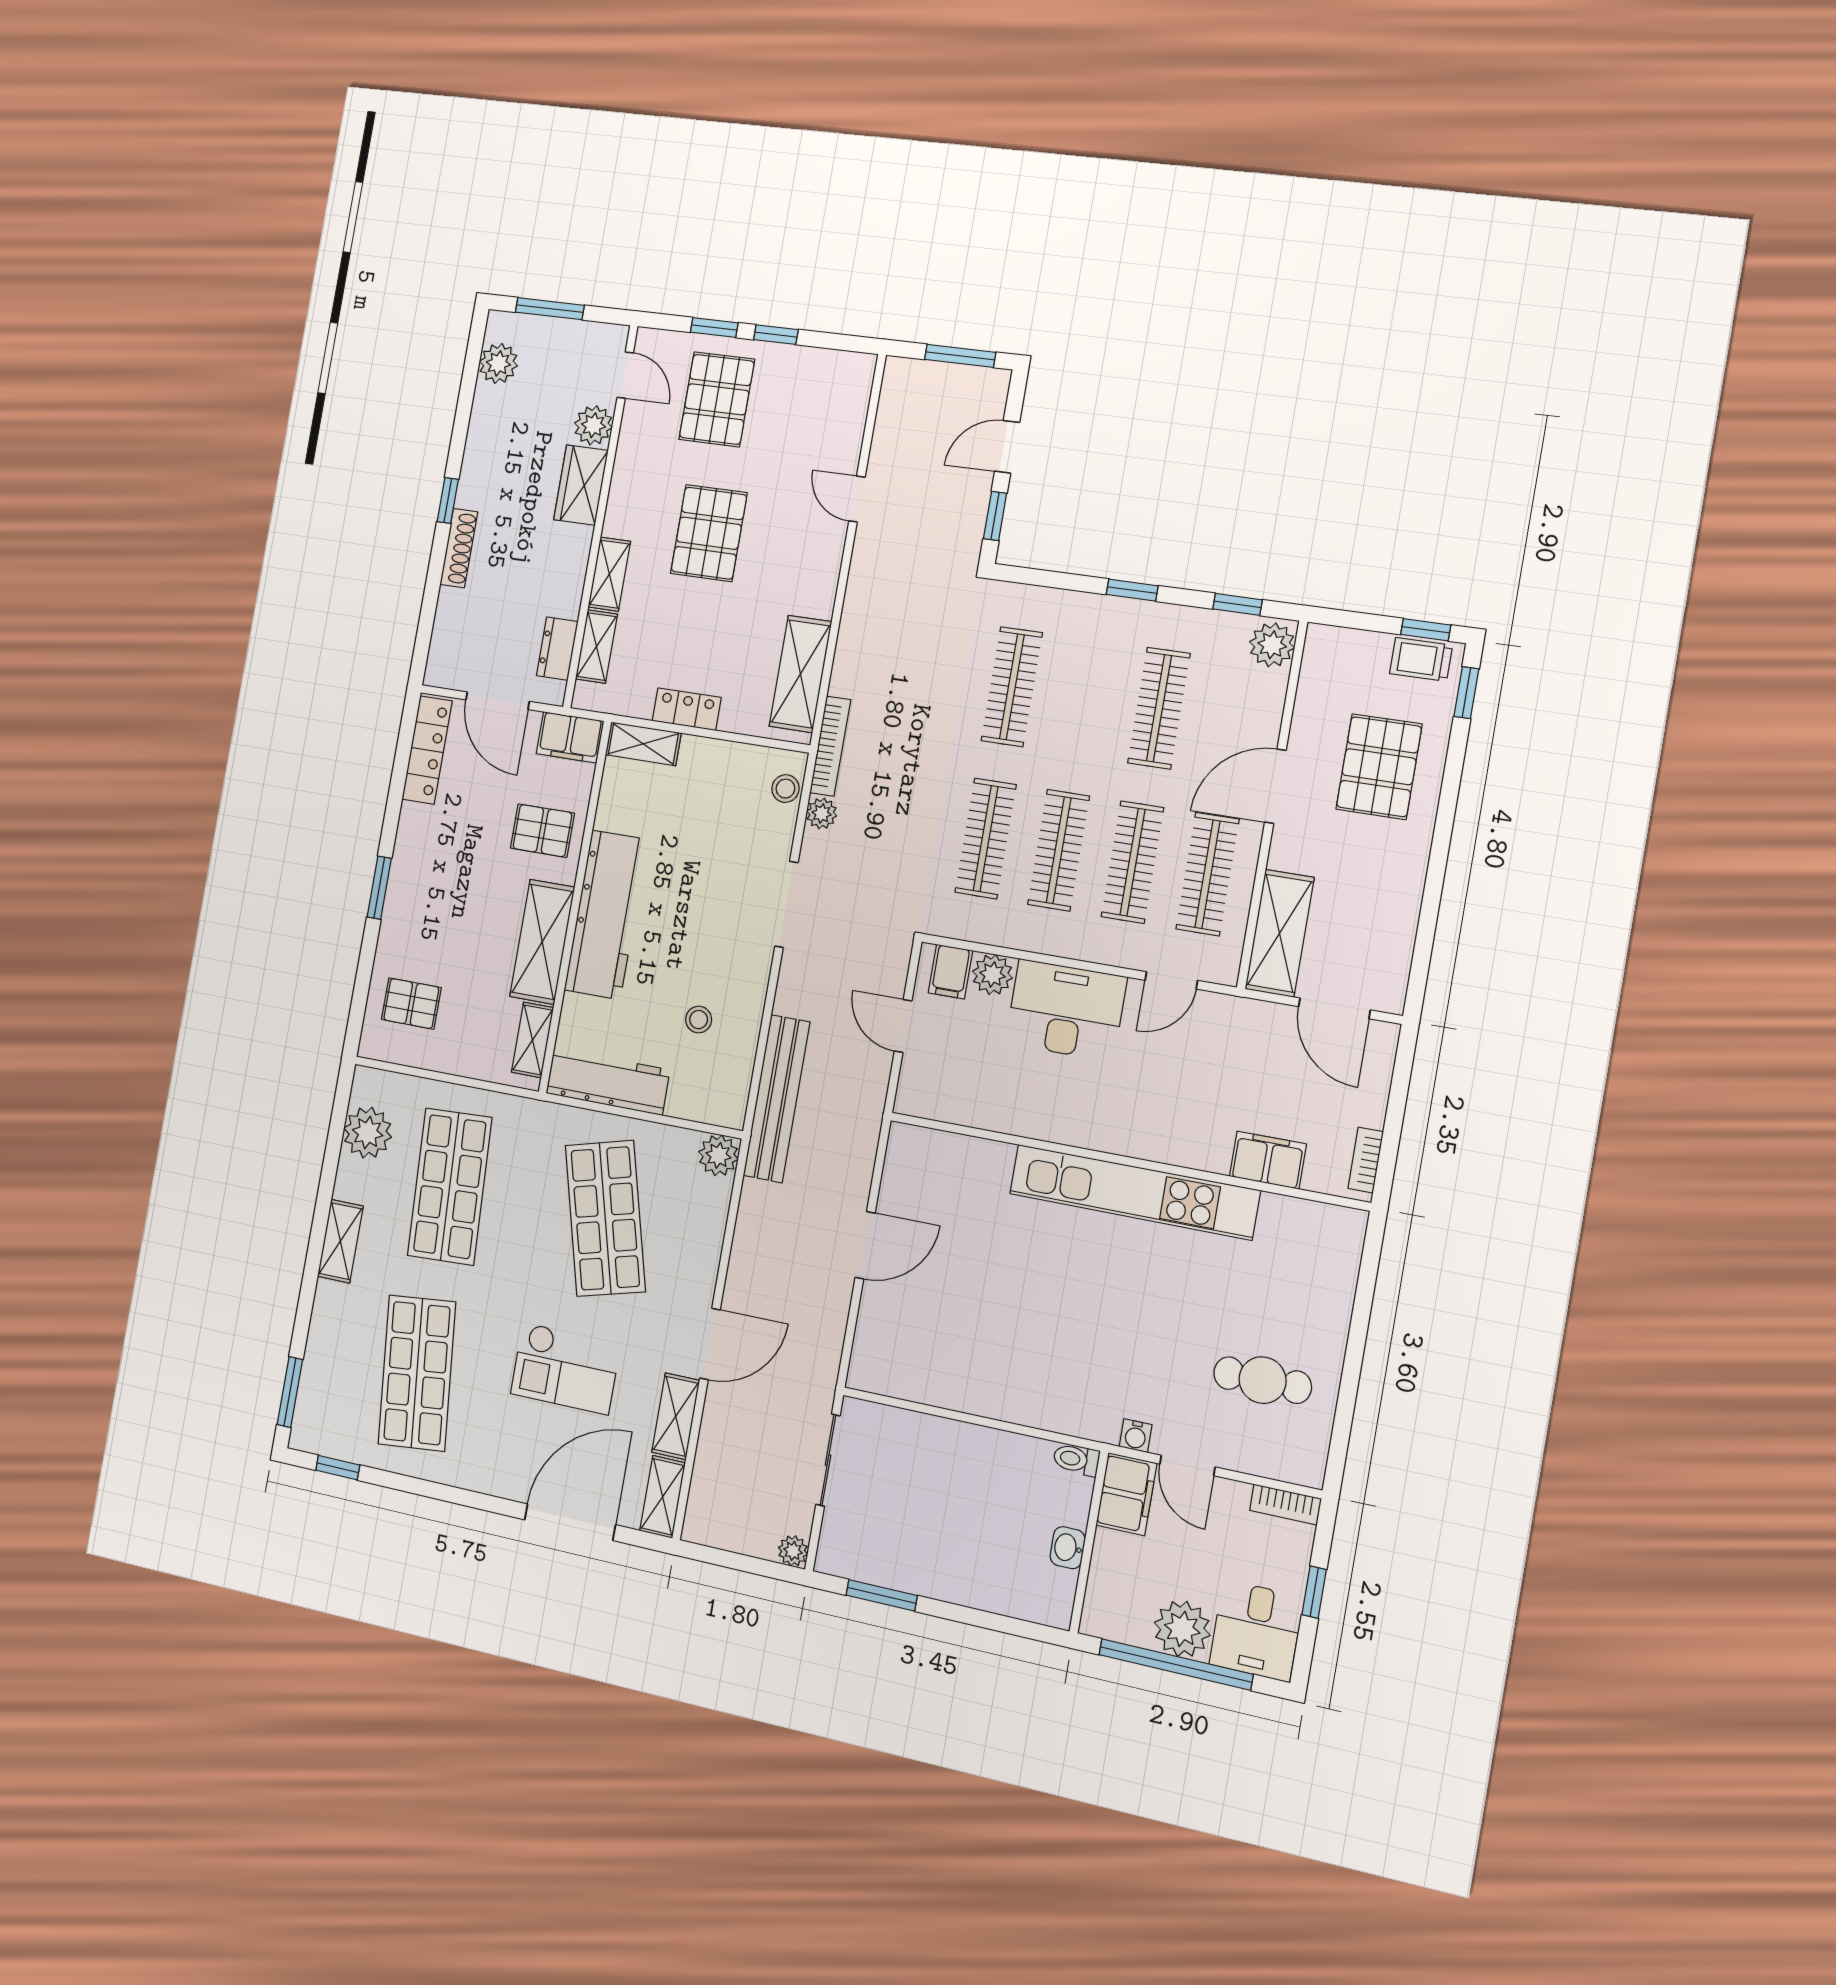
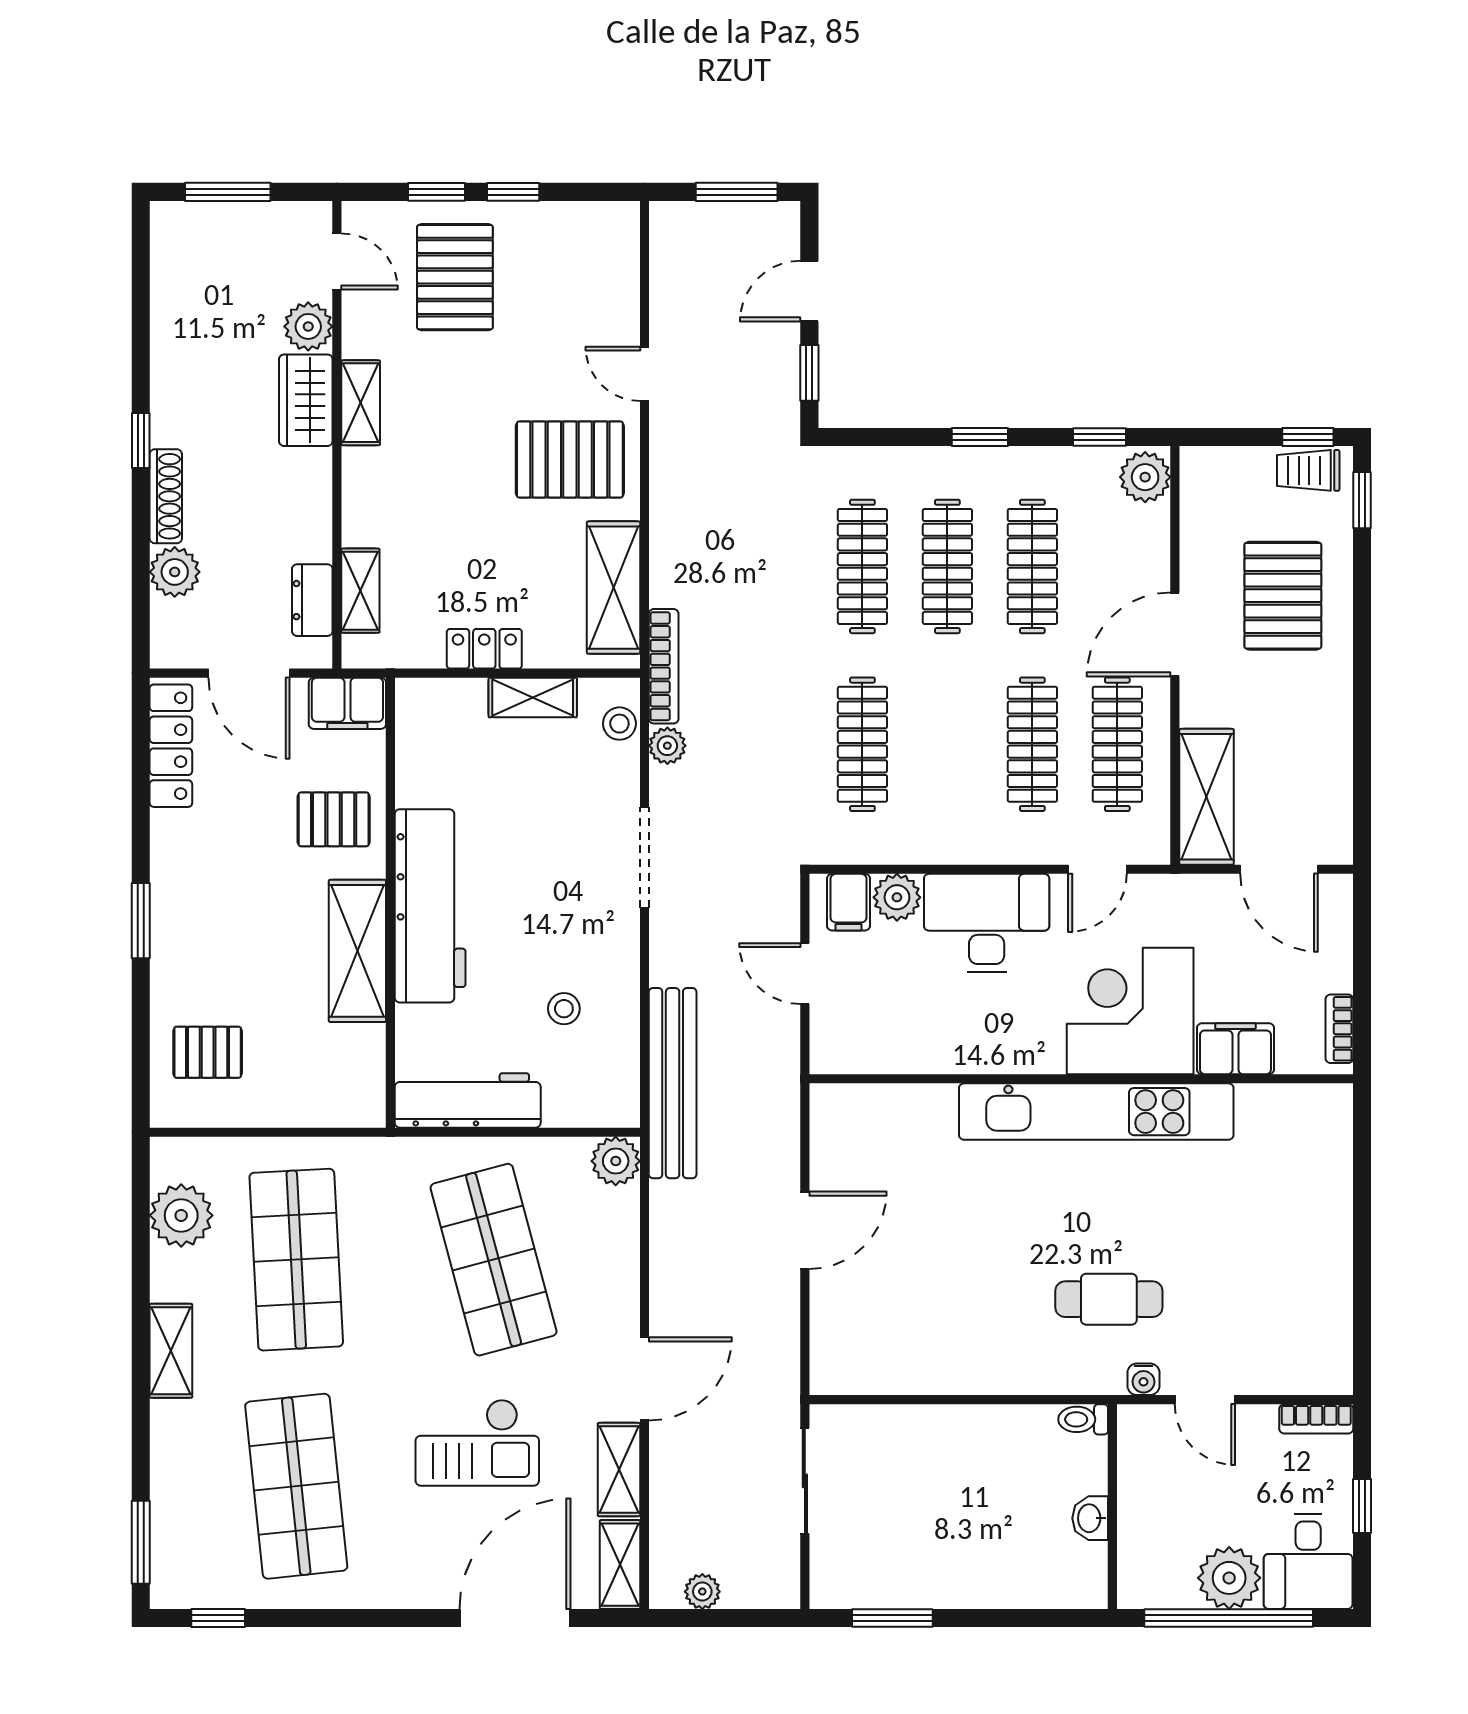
plant: (498, 363) -> (175, 572), moved
pallet: (709, 533) -> (570, 459), moved, turned 90
shelving: (609, 574) -> (361, 403), moved
shelving: (643, 744) -> (533, 697), moved
clothes rail: (1059, 850) -> (947, 566), moved
shelving: (533, 1040) -> (367, 1068), removed
corner desk: (1179, 1109) -> (1130, 1011), added
cafe table: (1263, 1380) -> (1109, 1299), moved
filing cabinet: (1126, 1494) -> (1144, 1445), removed
plant: (793, 1551) -> (702, 1592), moved

